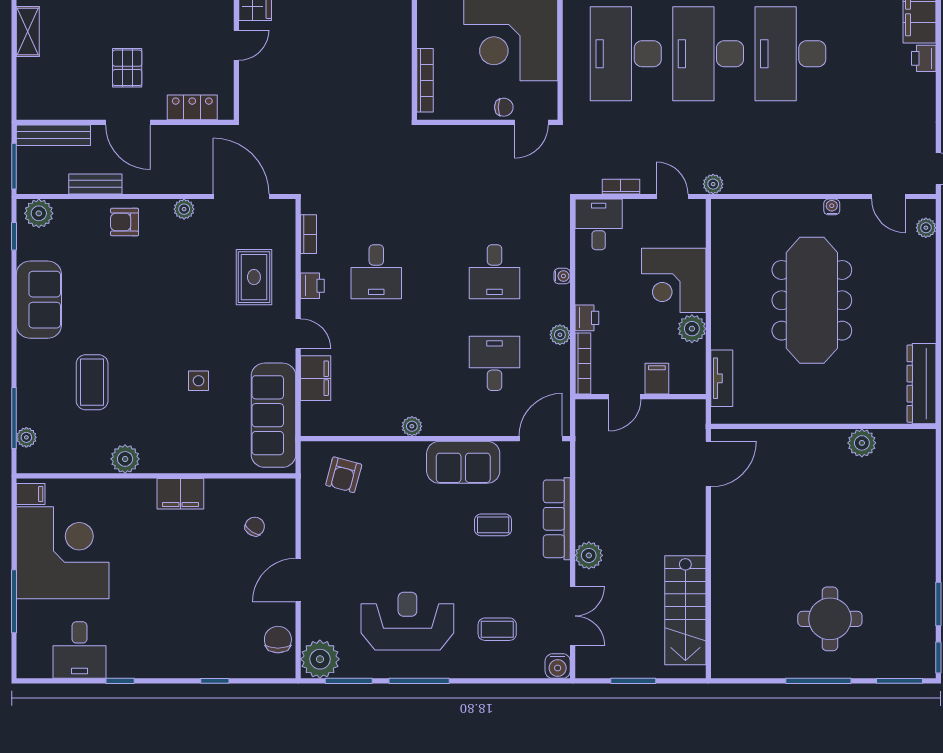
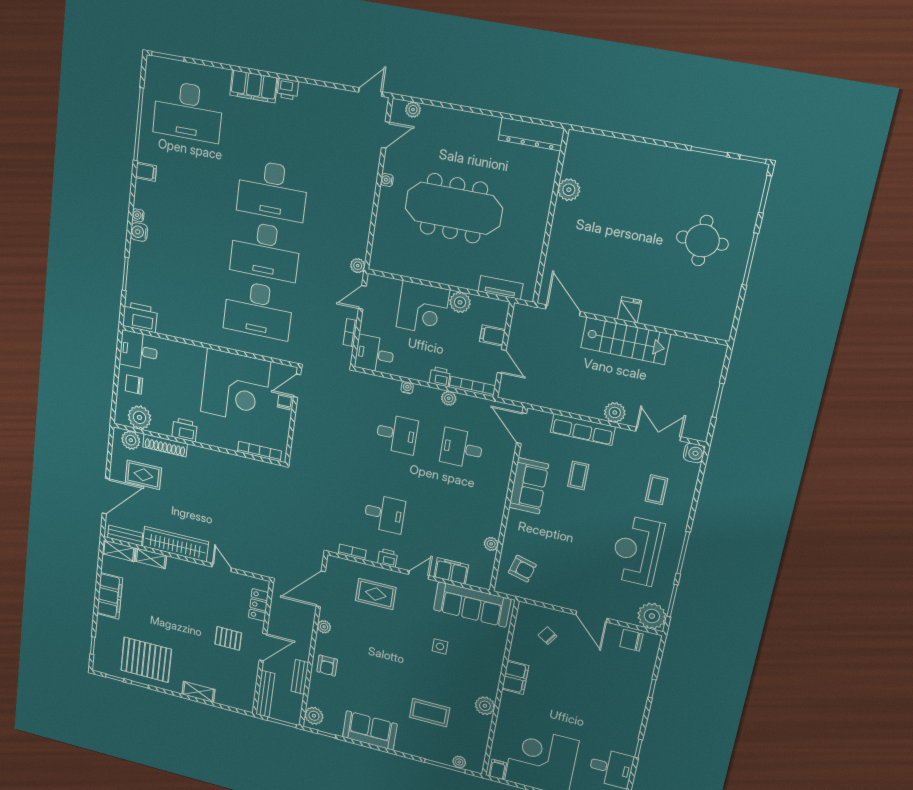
door: (531, 122) -> (297, 386), swing flipped
plant: (412, 426) -> (491, 544), moved
fridge: (726, 548) -> (629, 310), added
stairs: (685, 610) -> (626, 341), moved

